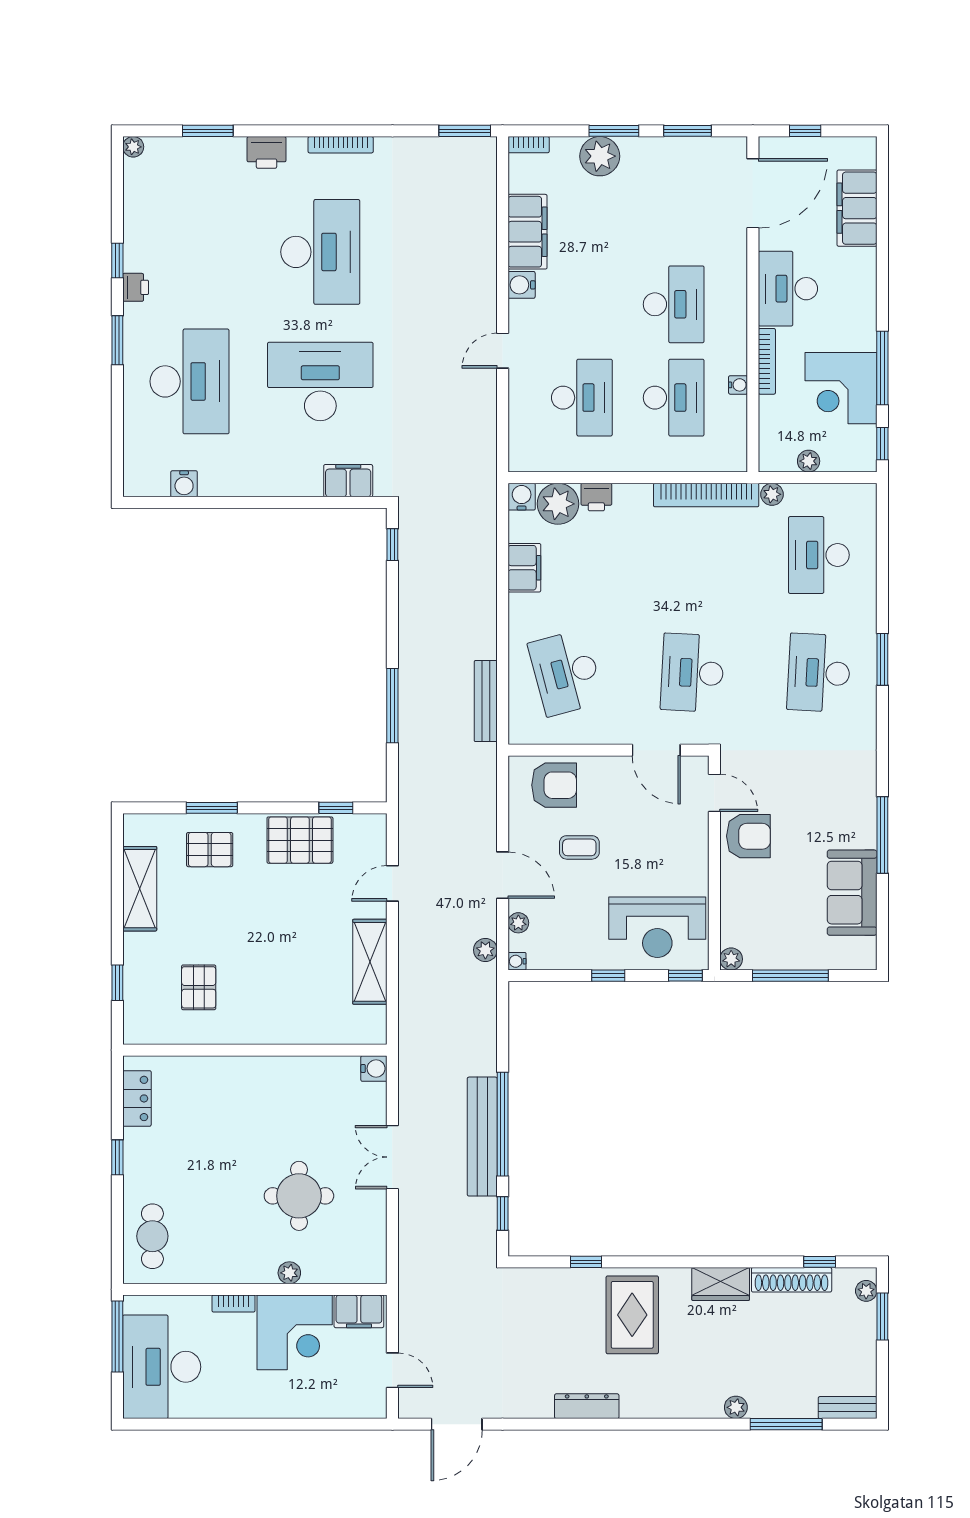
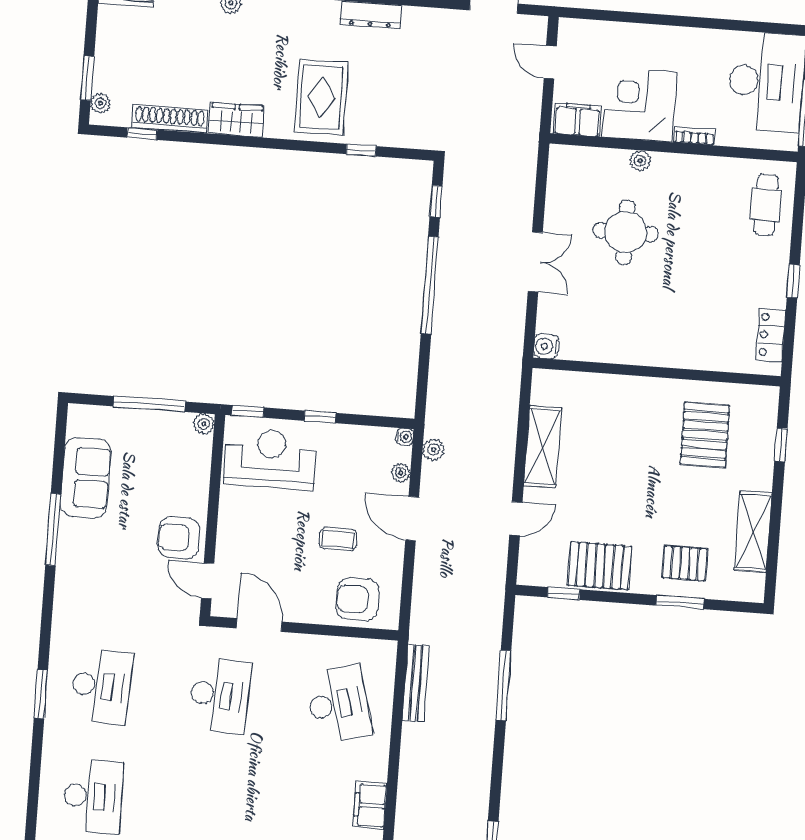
pallet: (199, 987) -> (705, 435), width x1.50, depth x1.42
bench: (482, 1137) -> (450, 275), removed

